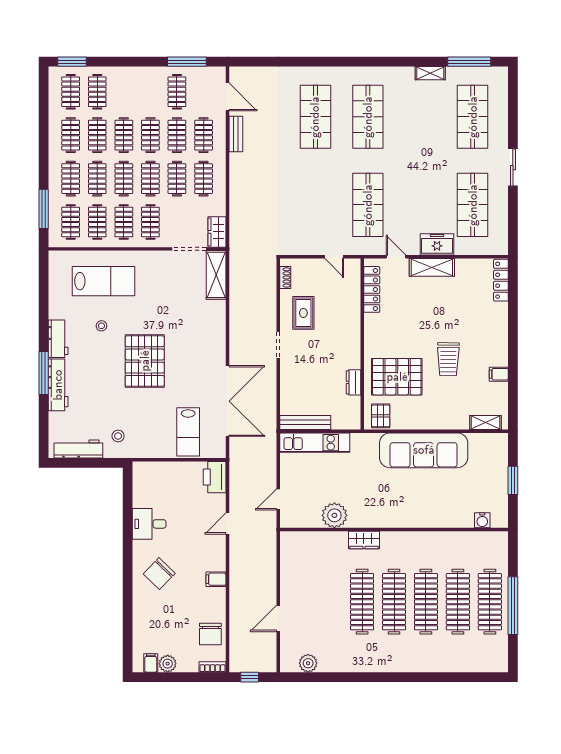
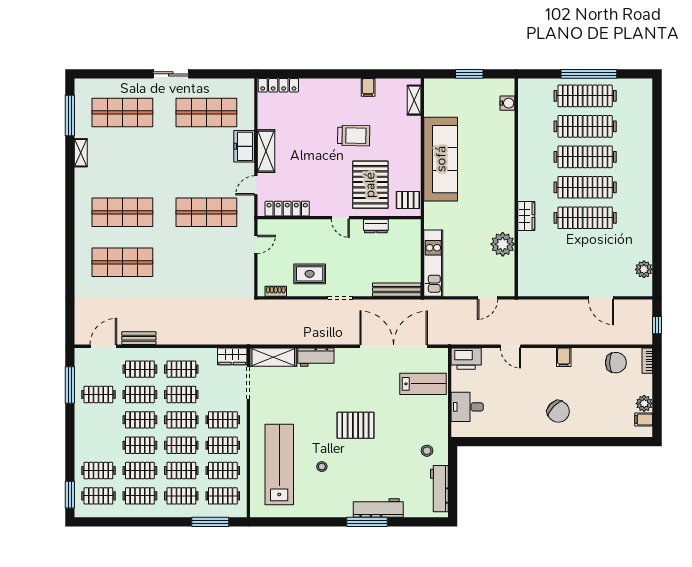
lab bench: (104, 281) -> (279, 465), width x1.36
workbench: (58, 339) -> (316, 357), moved, turned 180
door: (362, 345) -> (340, 218), added
pallet: (145, 361) -> (355, 425), width x0.73, depth x0.71
bench: (305, 423) -> (397, 290), moved, turned 90
door: (278, 499) -> (487, 298), hinge flipped
desk: (149, 524) -> (467, 407), moved, turned 90

